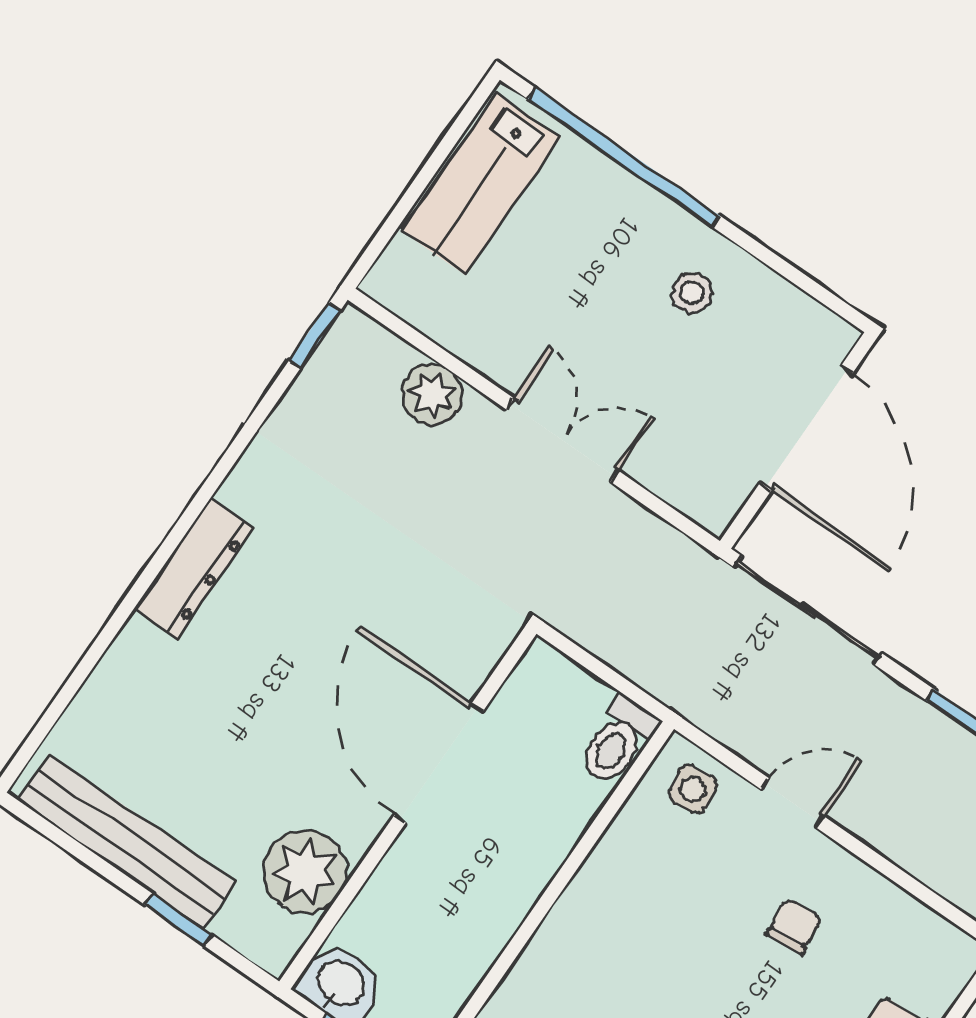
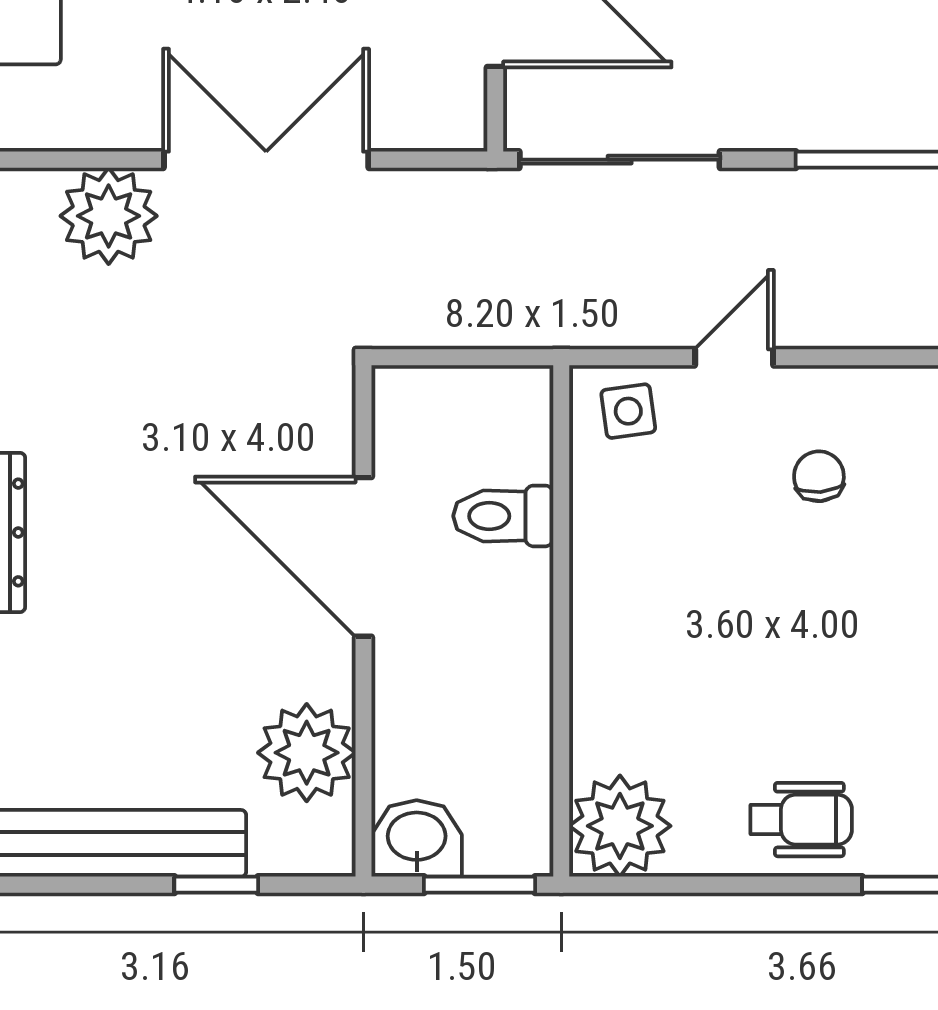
plant: (432, 394) -> (109, 216), width x1.36, depth x1.36
double door: (562, 440) -> (266, 160), width x1.37
toilet: (618, 741) -> (503, 516), moved, turned 90

